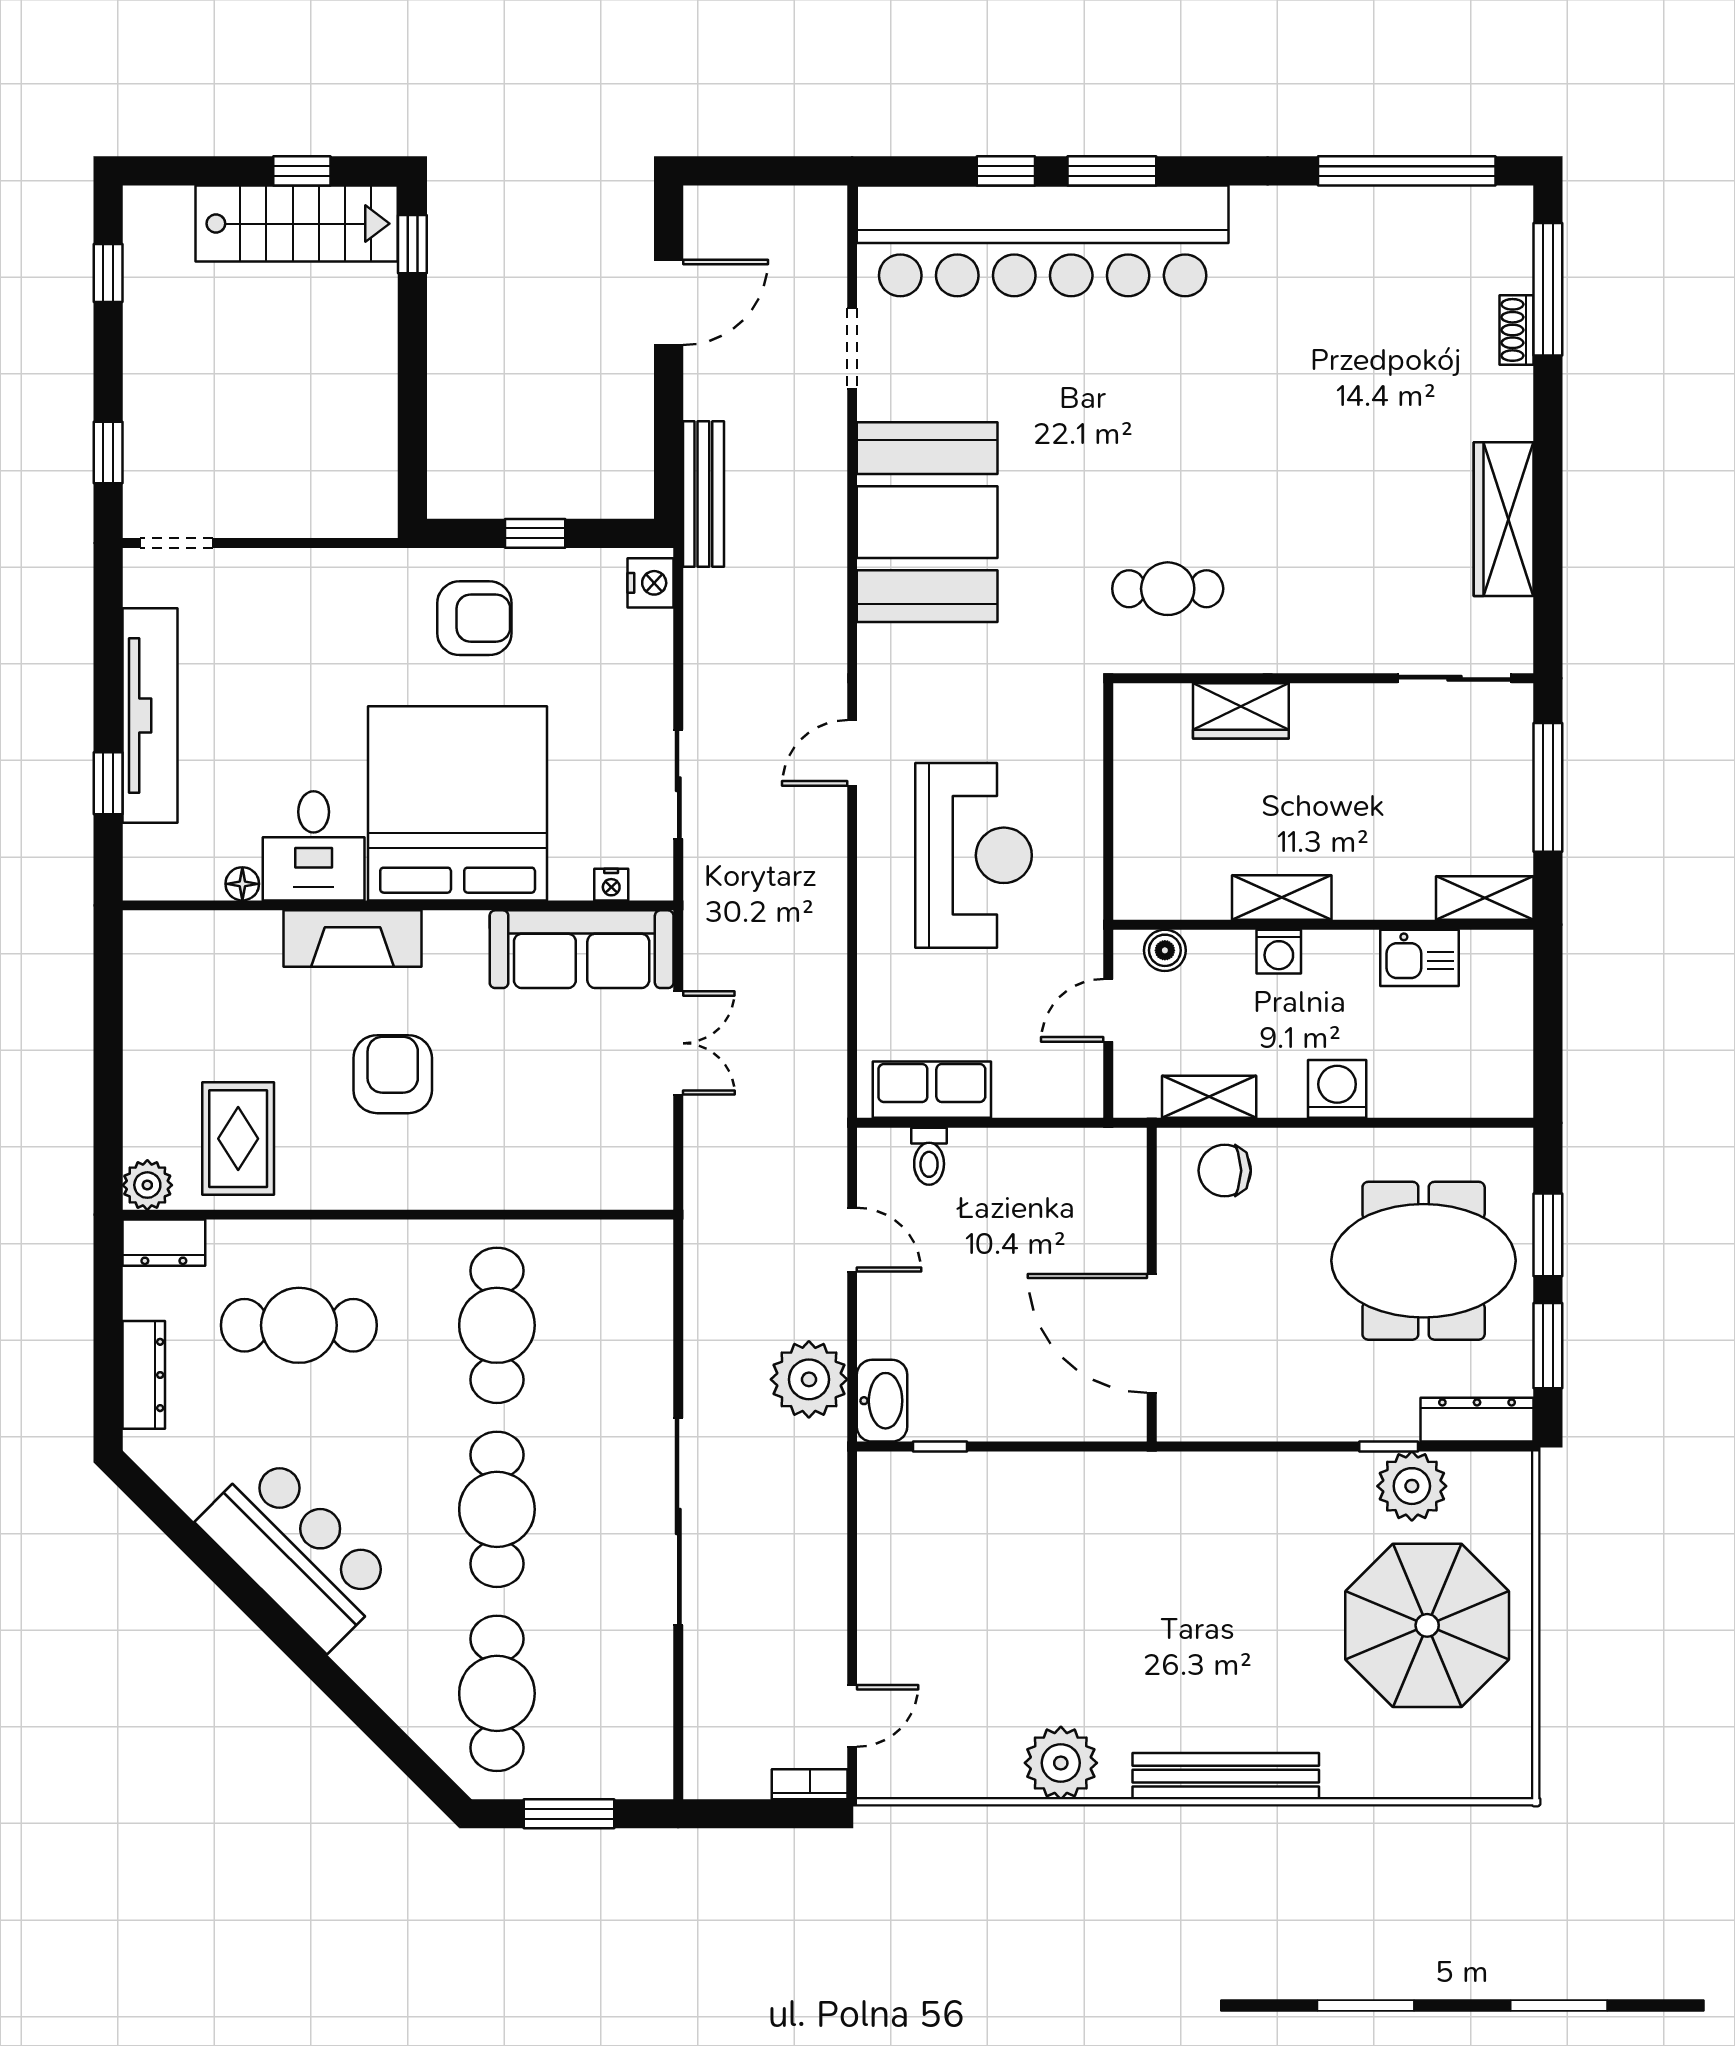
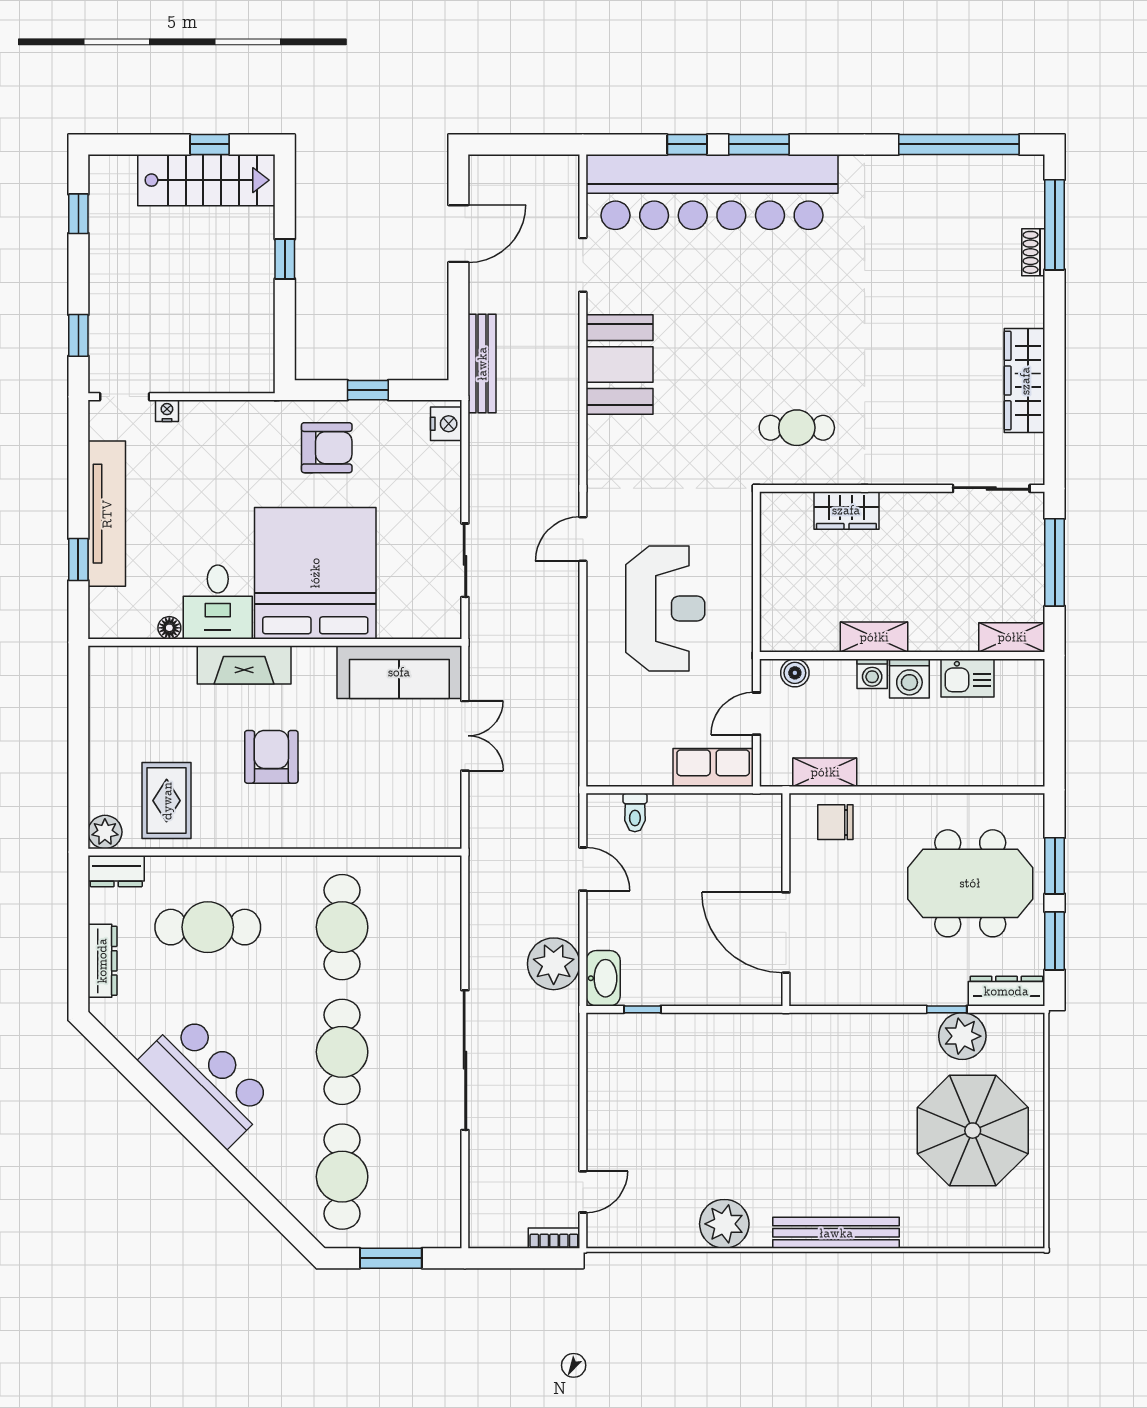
window: (412, 244) -> (285, 259), moved
booth: (927, 522) -> (620, 365), width x0.73, depth x0.70
nightstand: (611, 885) -> (167, 411), moved, turned 180
washing machine: (1337, 1089) -> (909, 679), moved, turned 180
row of seats: (932, 1090) -> (713, 767), moved

